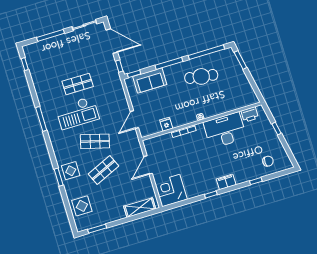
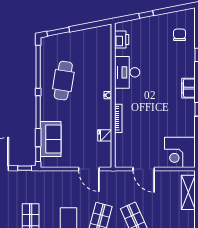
desk: (225, 130) -> (127, 72), width x0.73, depth x0.77

